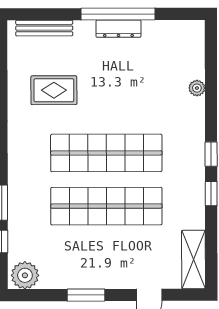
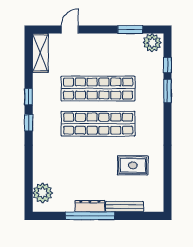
bench: (44, 28) -> (125, 207), moved
plant: (197, 88) -> (43, 193), moved, width x1.87, depth x1.87
window: (86, 295) -> (130, 30), moved

